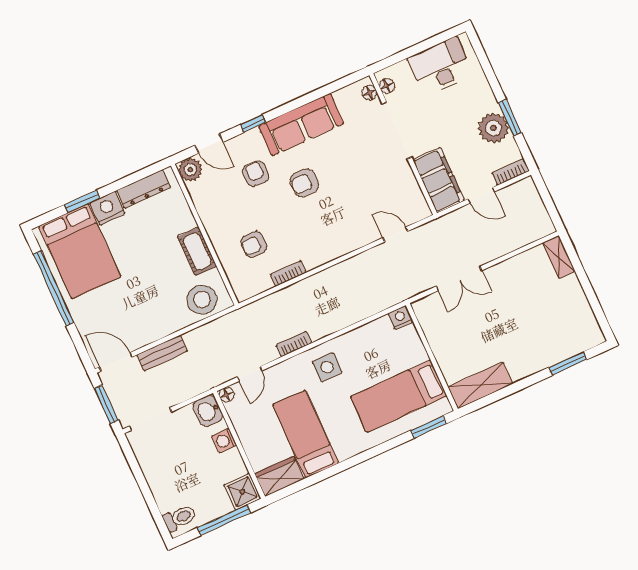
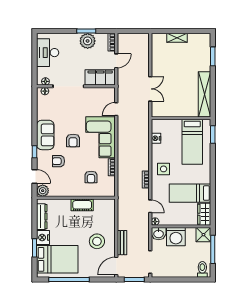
sofa: (301, 125) -> (45, 135), width x0.73
door: (209, 144) -> (35, 176), hinge flipped
corner sofa: (332, 229) -> (101, 137), added
shelving: (559, 257) -> (177, 38), moved
stool: (202, 300) -> (97, 241), moved
nightstand: (400, 317) -> (156, 138), moved
shelving: (480, 385) -> (205, 94), width x1.47
washing machine: (224, 441) -> (176, 237), width x1.89, depth x1.89

